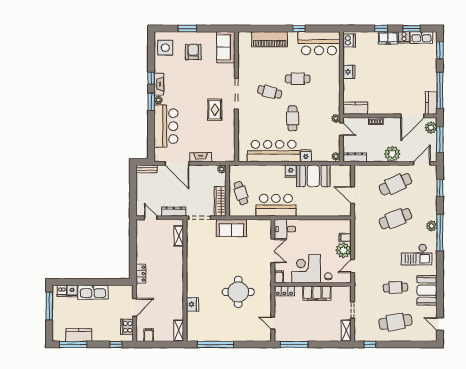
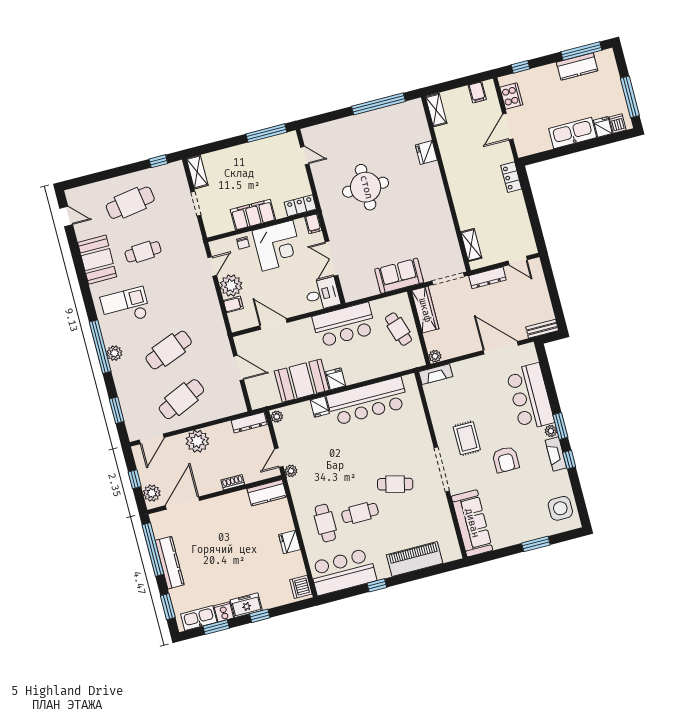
sofa: (226, 47) -> (472, 523), width x1.36
armchair: (193, 52) -> (506, 460), moved
kitchen counter: (431, 103) -> (170, 563), moved, width x1.50
cafe table: (293, 118) -> (325, 523), moved
door: (341, 129) -> (279, 458), hinge flipped
window: (440, 140) -> (135, 479), width x0.46
fireplace: (201, 157) -> (436, 374), moved
door: (322, 218) -> (273, 324), added

